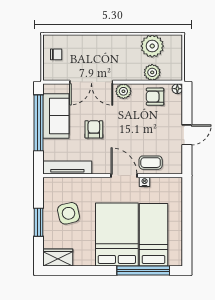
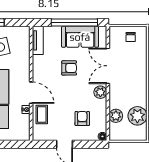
armchair: (155, 97) -> (82, 118), moved
tv unit: (67, 167) -> (38, 40), width x0.71
door: (124, 176) -> (31, 93), hinge flipped

